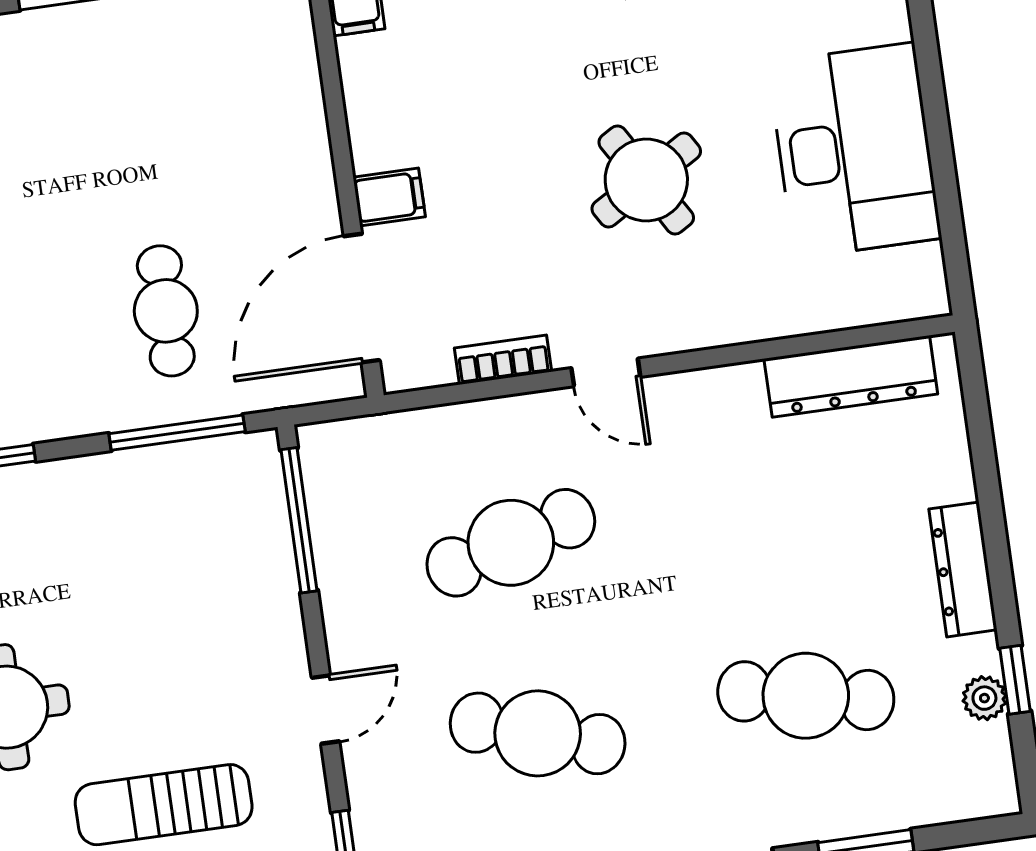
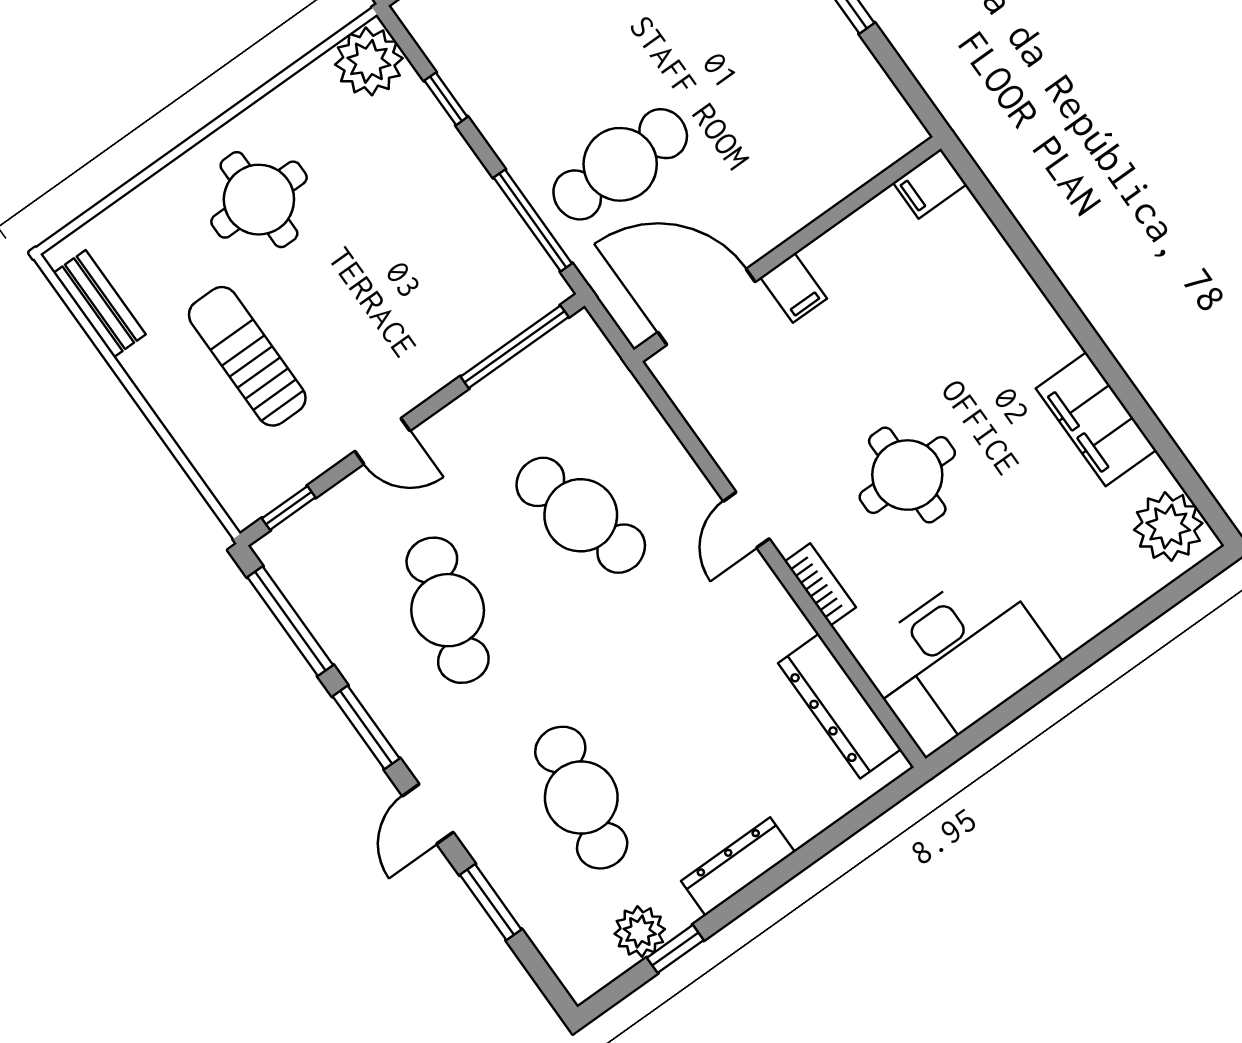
desk: (854, 150) -> (958, 659), moved
round table: (646, 180) -> (907, 475), turned 31
cafe table: (166, 311) -> (620, 164), width x1.37, depth x1.35
bookcase: (503, 360) -> (820, 584), moved
plant: (984, 698) -> (640, 931), width x1.38, depth x1.38

